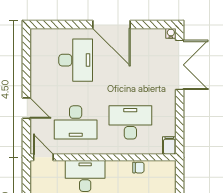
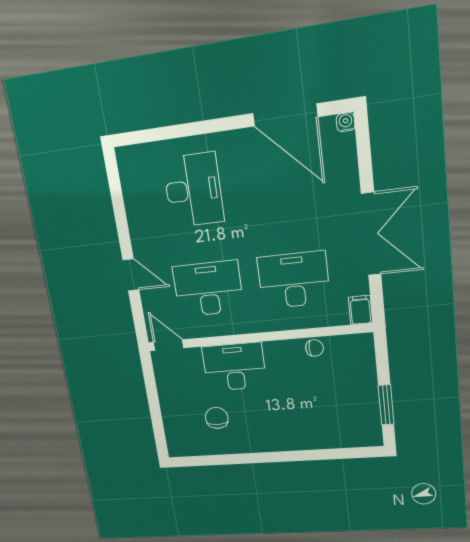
door: (112, 24) -> (285, 115), moved
double door: (180, 65) -> (371, 234), moved
desk: (76, 122) -> (208, 289), turned 180

